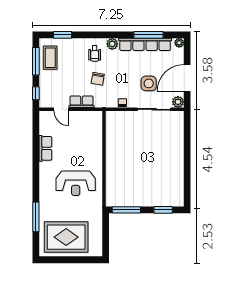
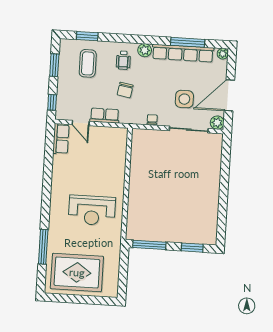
coffee table: (50, 58) -> (88, 63), moved
window: (36, 61) -> (54, 65), width x0.69
row of seats: (45, 148) -> (61, 139), moved

